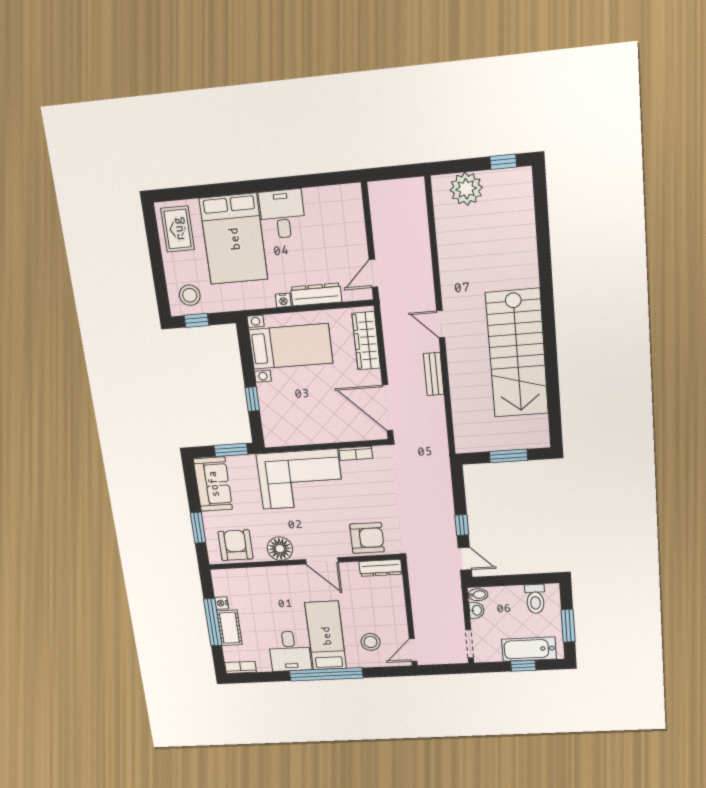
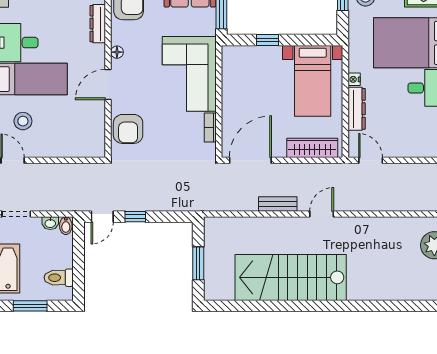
floor lamp: (280, 549) -> (117, 52), width x0.53, depth x0.53
dresser: (381, 568) -> (98, 24), moved

